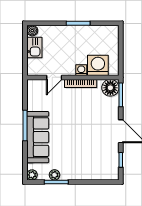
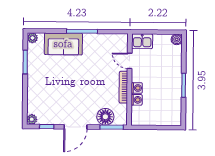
kitchen sink: (34, 47) -> (142, 41), moved
washing machine: (98, 65) -> (137, 100), width x0.53, depth x0.53
floor lamp: (110, 88) -> (105, 117), moved
sofa: (38, 137) -> (63, 44), width x0.73
plant: (54, 175) -> (32, 119), moved

